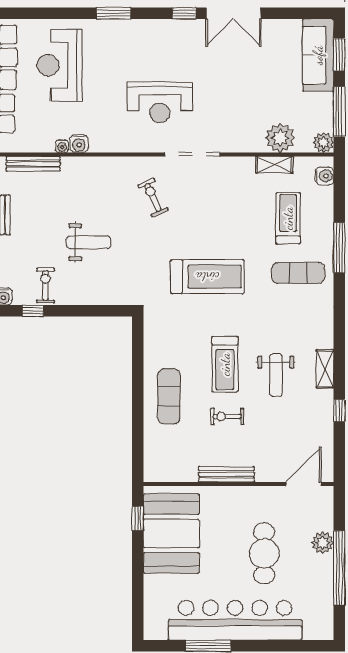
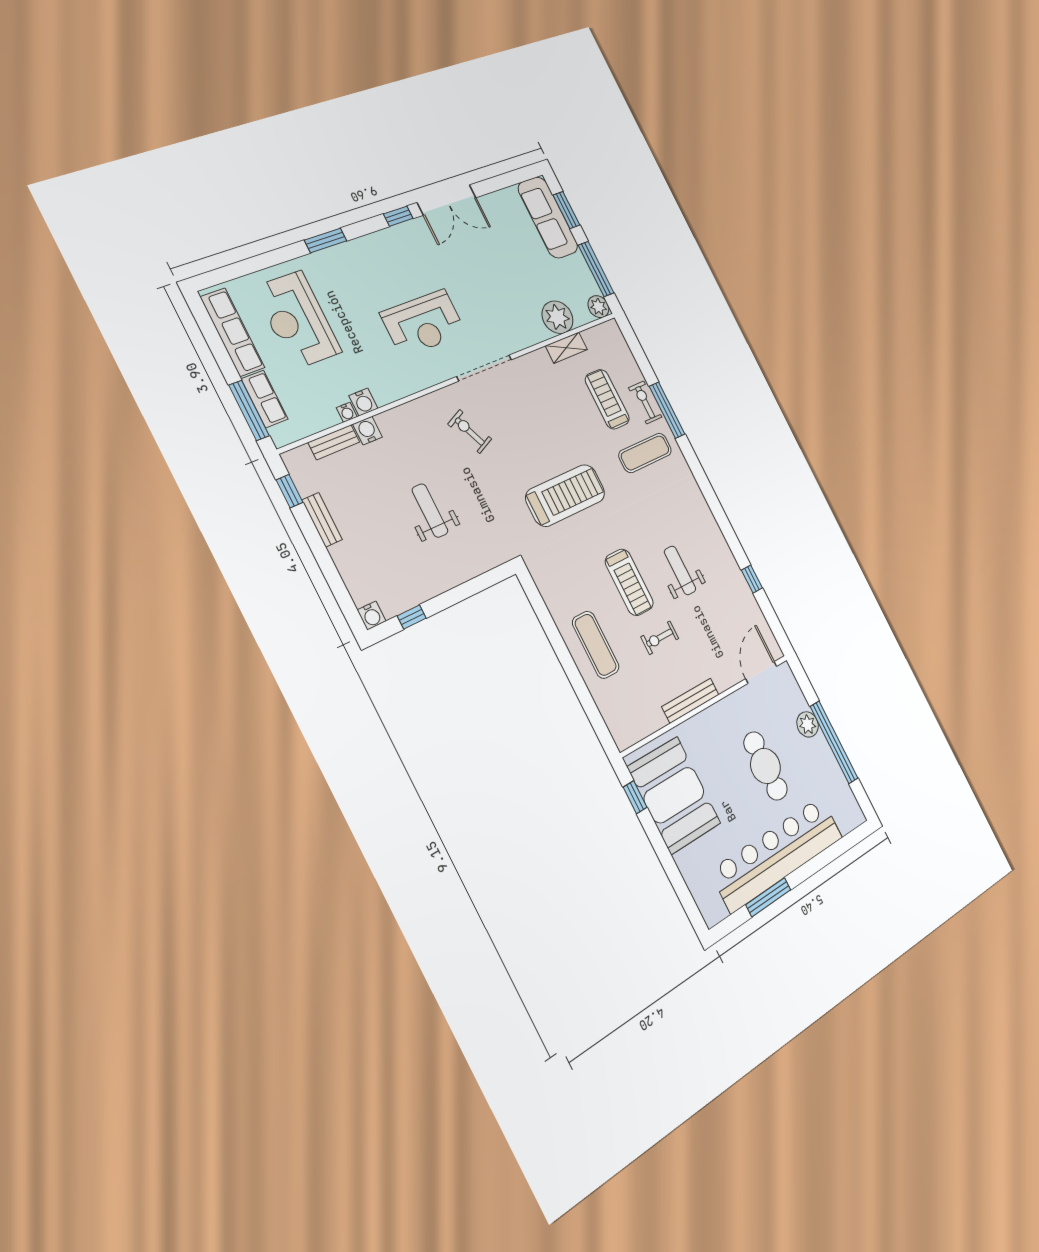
bench: (33, 164) -> (334, 442), width x0.73
water cooler: (324, 176) -> (367, 431), moved, turned -90
weight bench: (88, 242) -> (430, 511), turned -90
exercise bike: (45, 285) -> (645, 402), moved
shelving: (325, 369) -> (718, 542), removed
weight bench: (276, 375) -> (680, 570), turned 180

